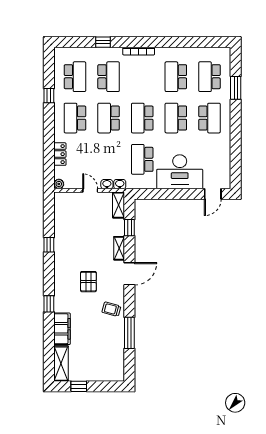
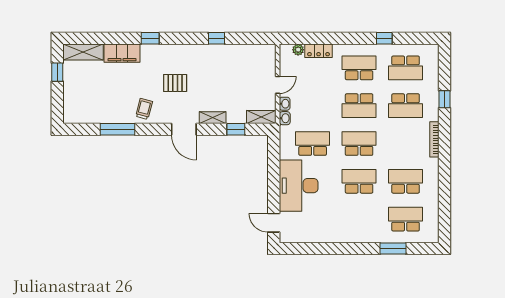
school desk: (109, 118) -> (359, 106), turned 180
school desk: (210, 118) -> (359, 219), removed
plant: (59, 184) -> (298, 50), moved

